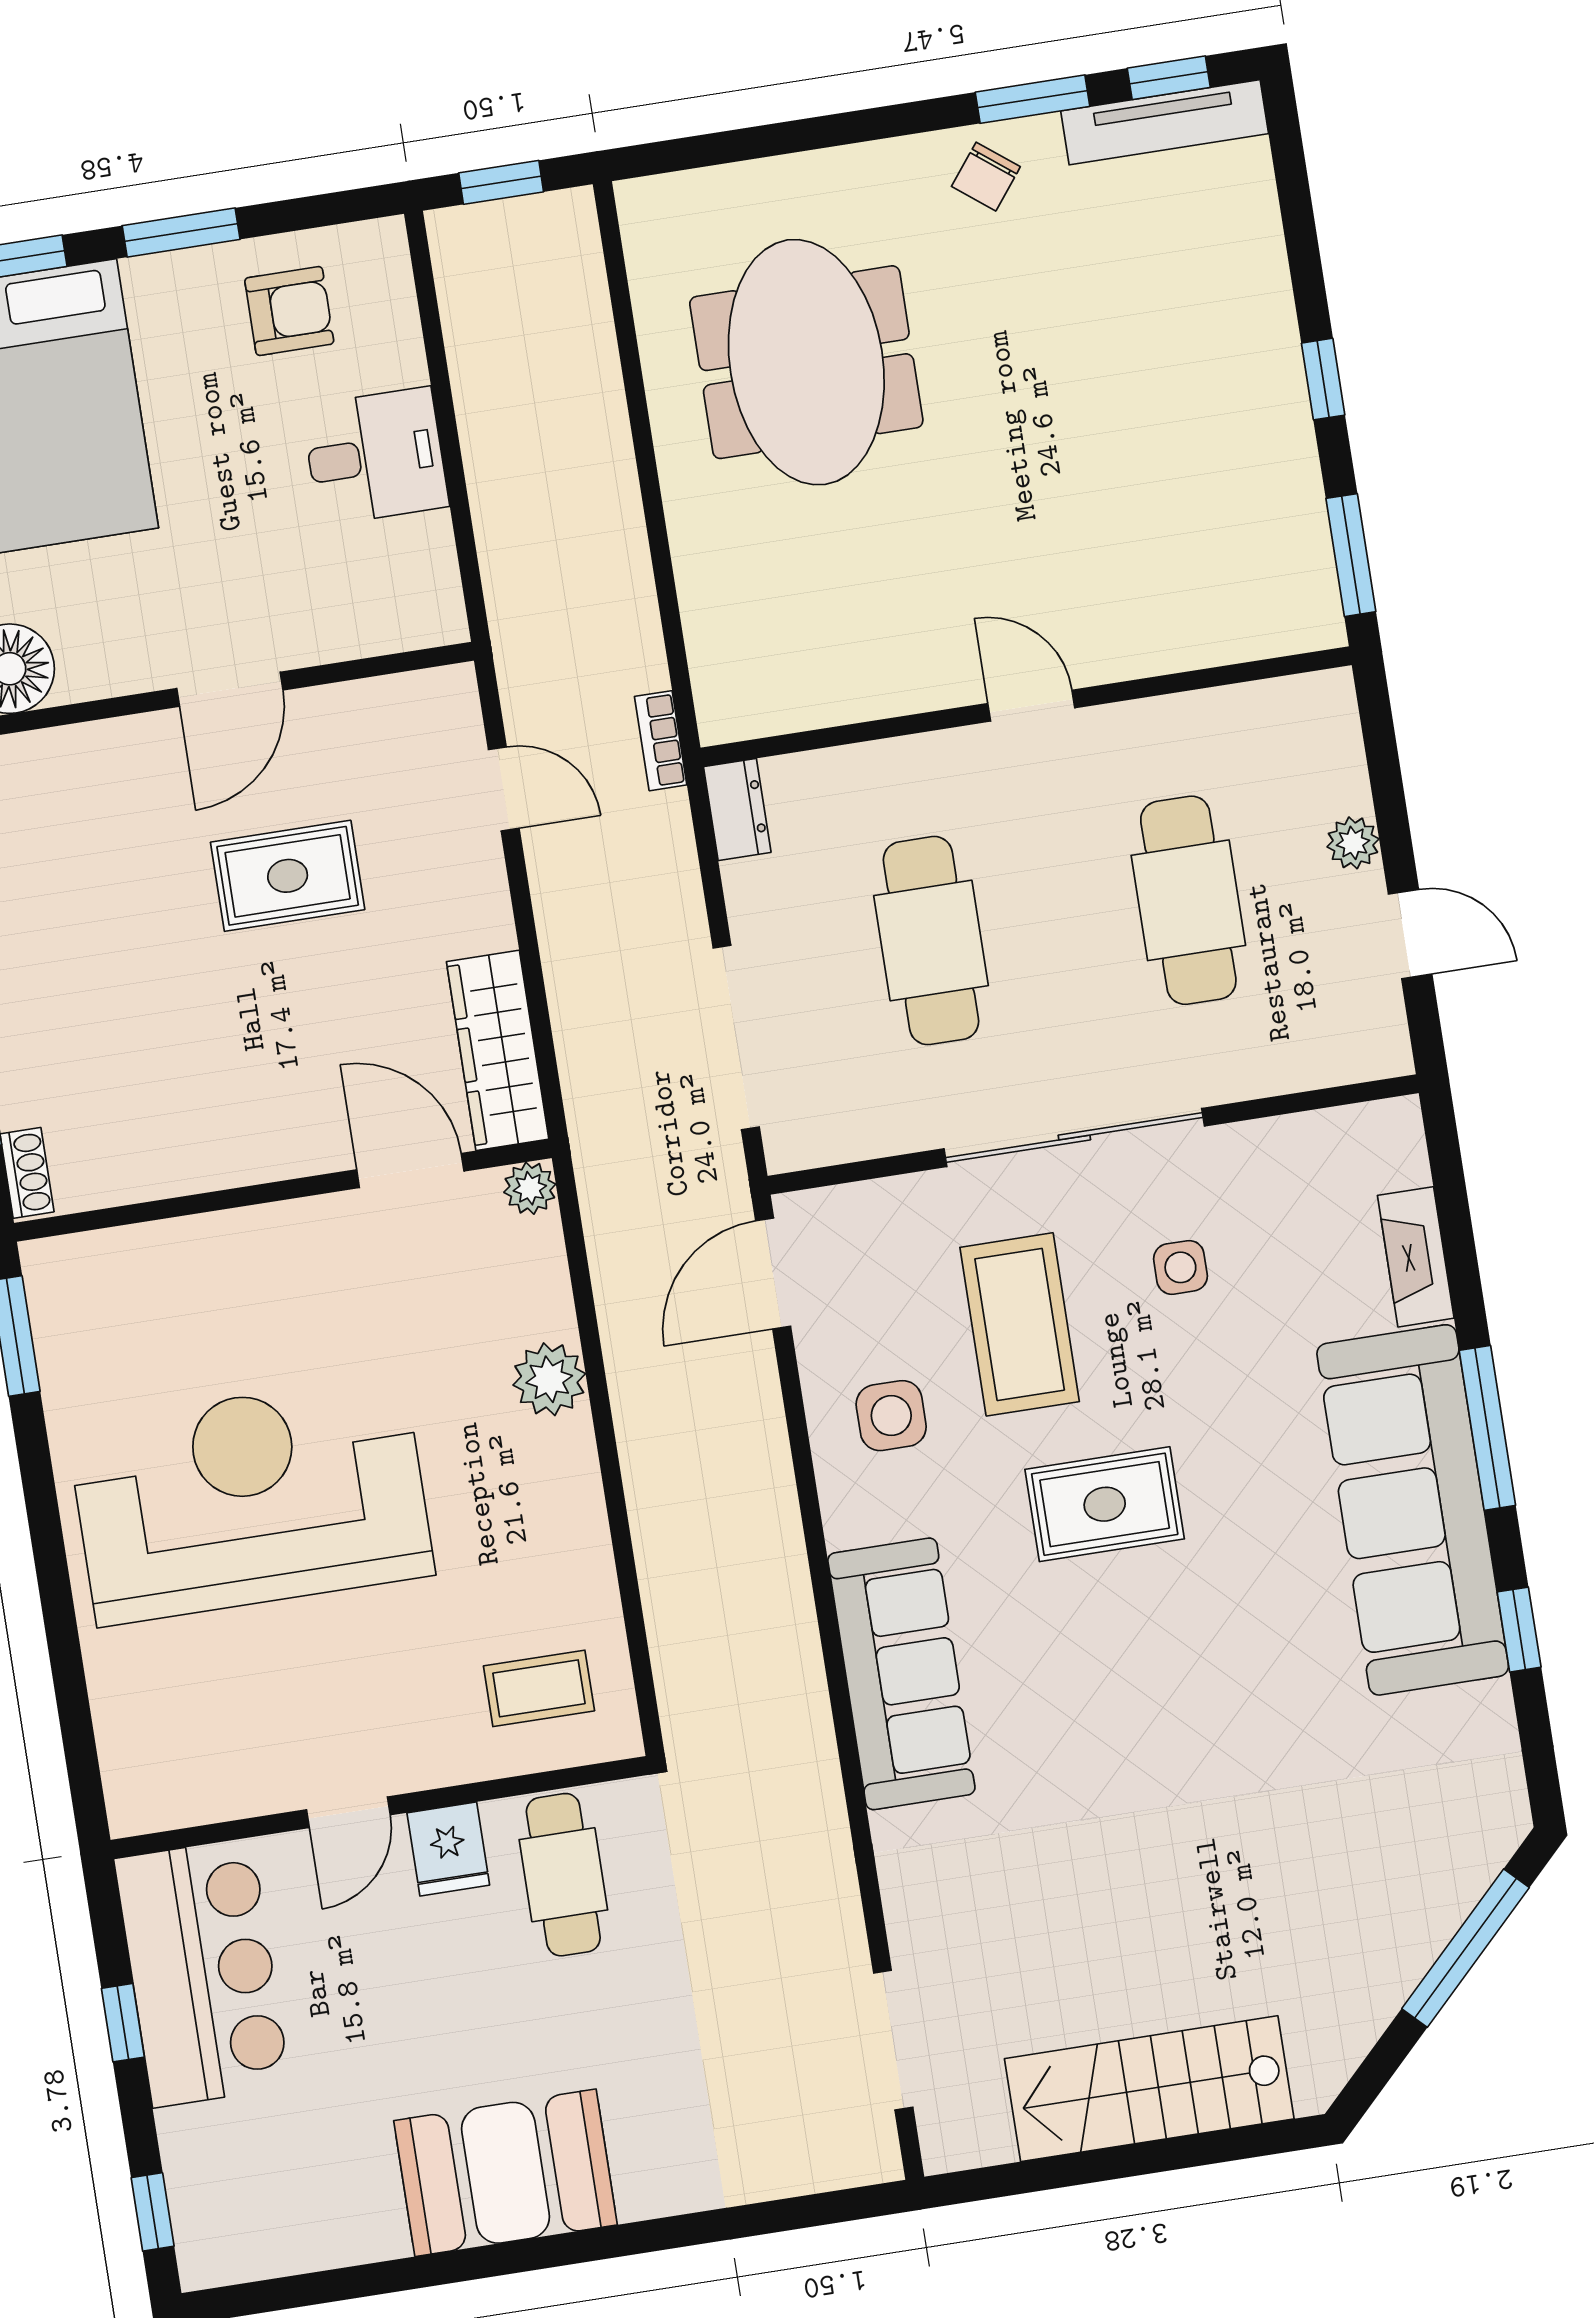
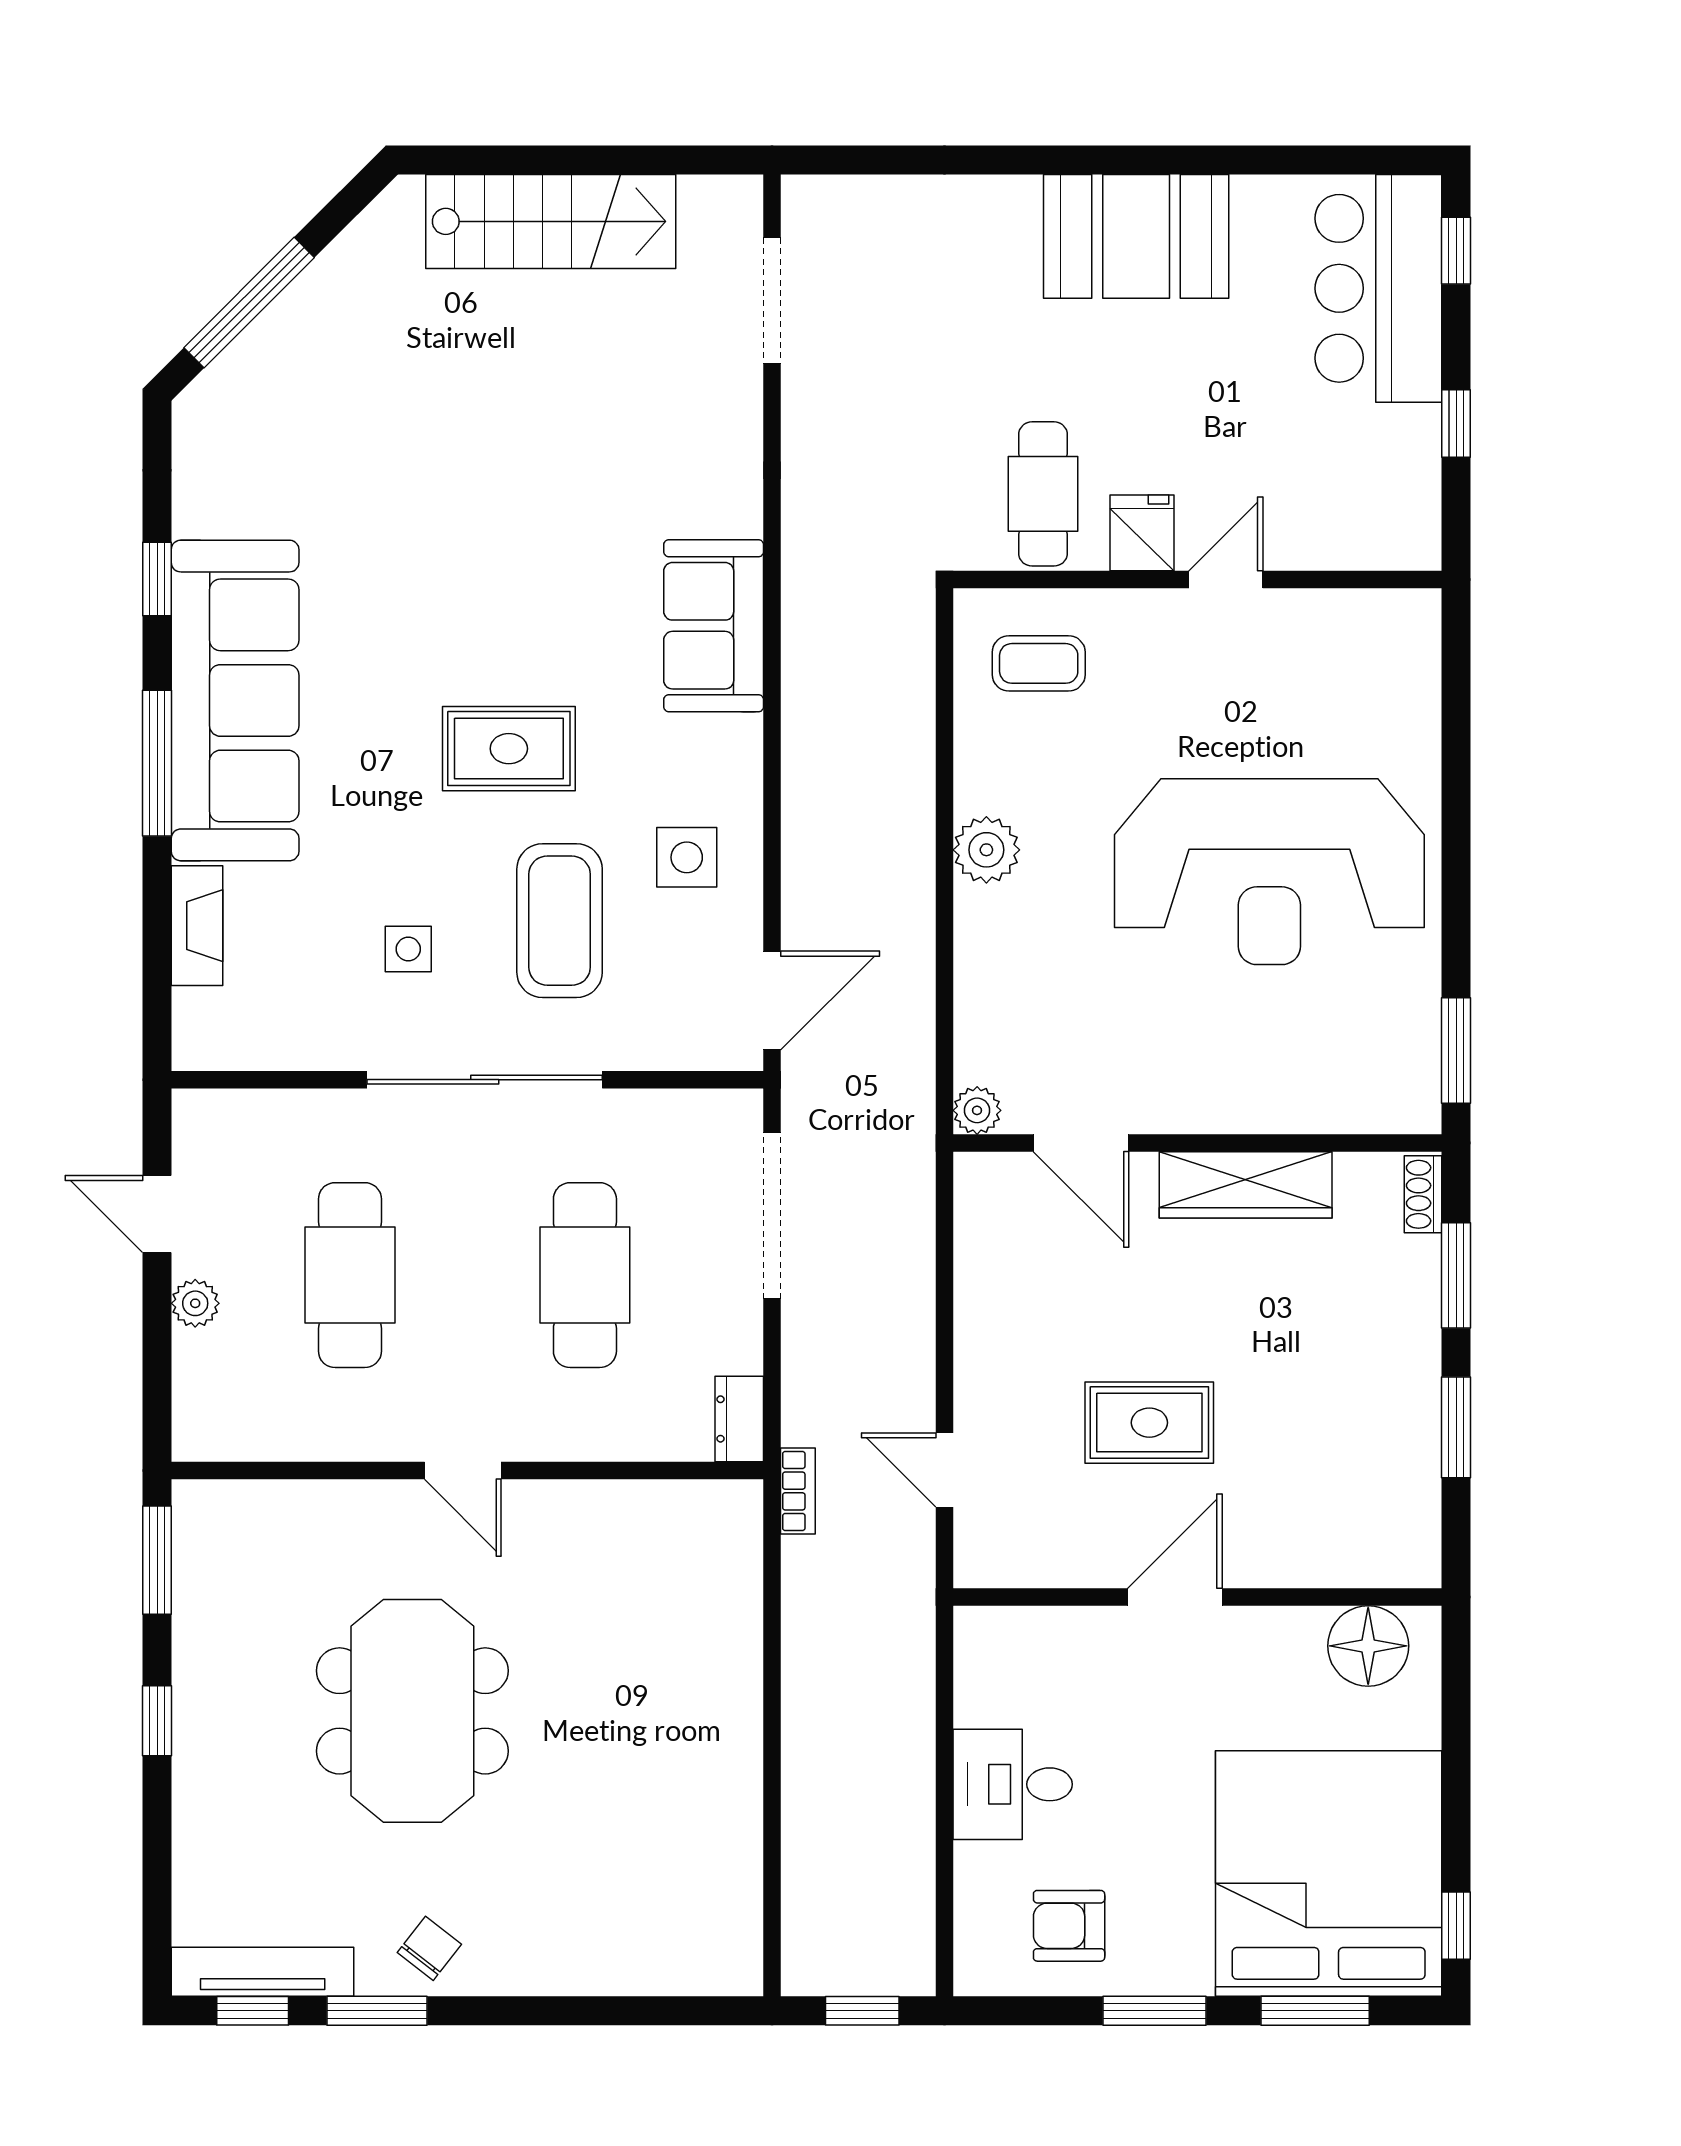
meeting table: (806, 362) -> (412, 1711), moved
wardrobe: (498, 1050) -> (1246, 1185), moved, turned 90
plant: (549, 1379) -> (986, 850), moved
sofa: (901, 1674) -> (714, 626), width x0.73
bar counter: (202, 1973) -> (1378, 288), moved

